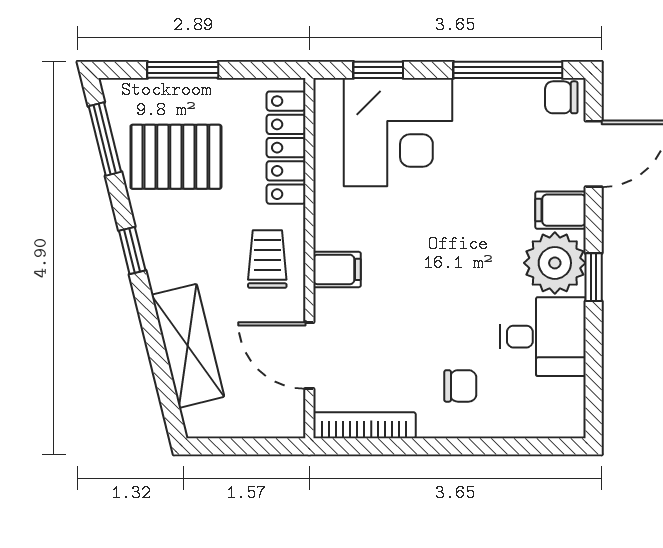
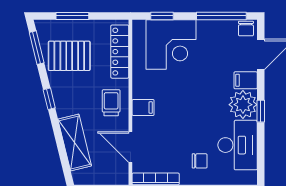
chair: (561, 97) -> (246, 29), turned -90
desk: (543, 337) -> (238, 145), width x1.37

